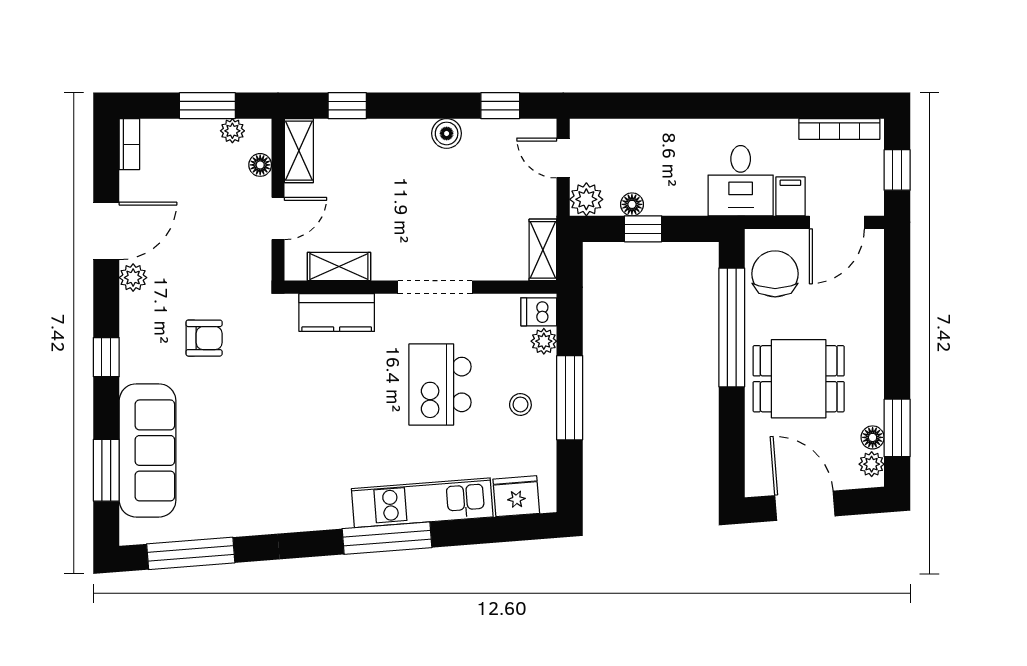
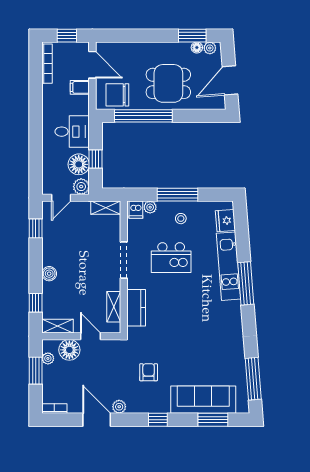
boiler: (447, 133) -> (49, 274), moved
floor lamp: (260, 165) -> (69, 350), width x1.89, depth x1.89
desk: (741, 181) -> (72, 132), moved
floor lamp: (632, 204) -> (79, 164), width x1.89, depth x1.89
dining table: (799, 379) -> (168, 83), turned 90

